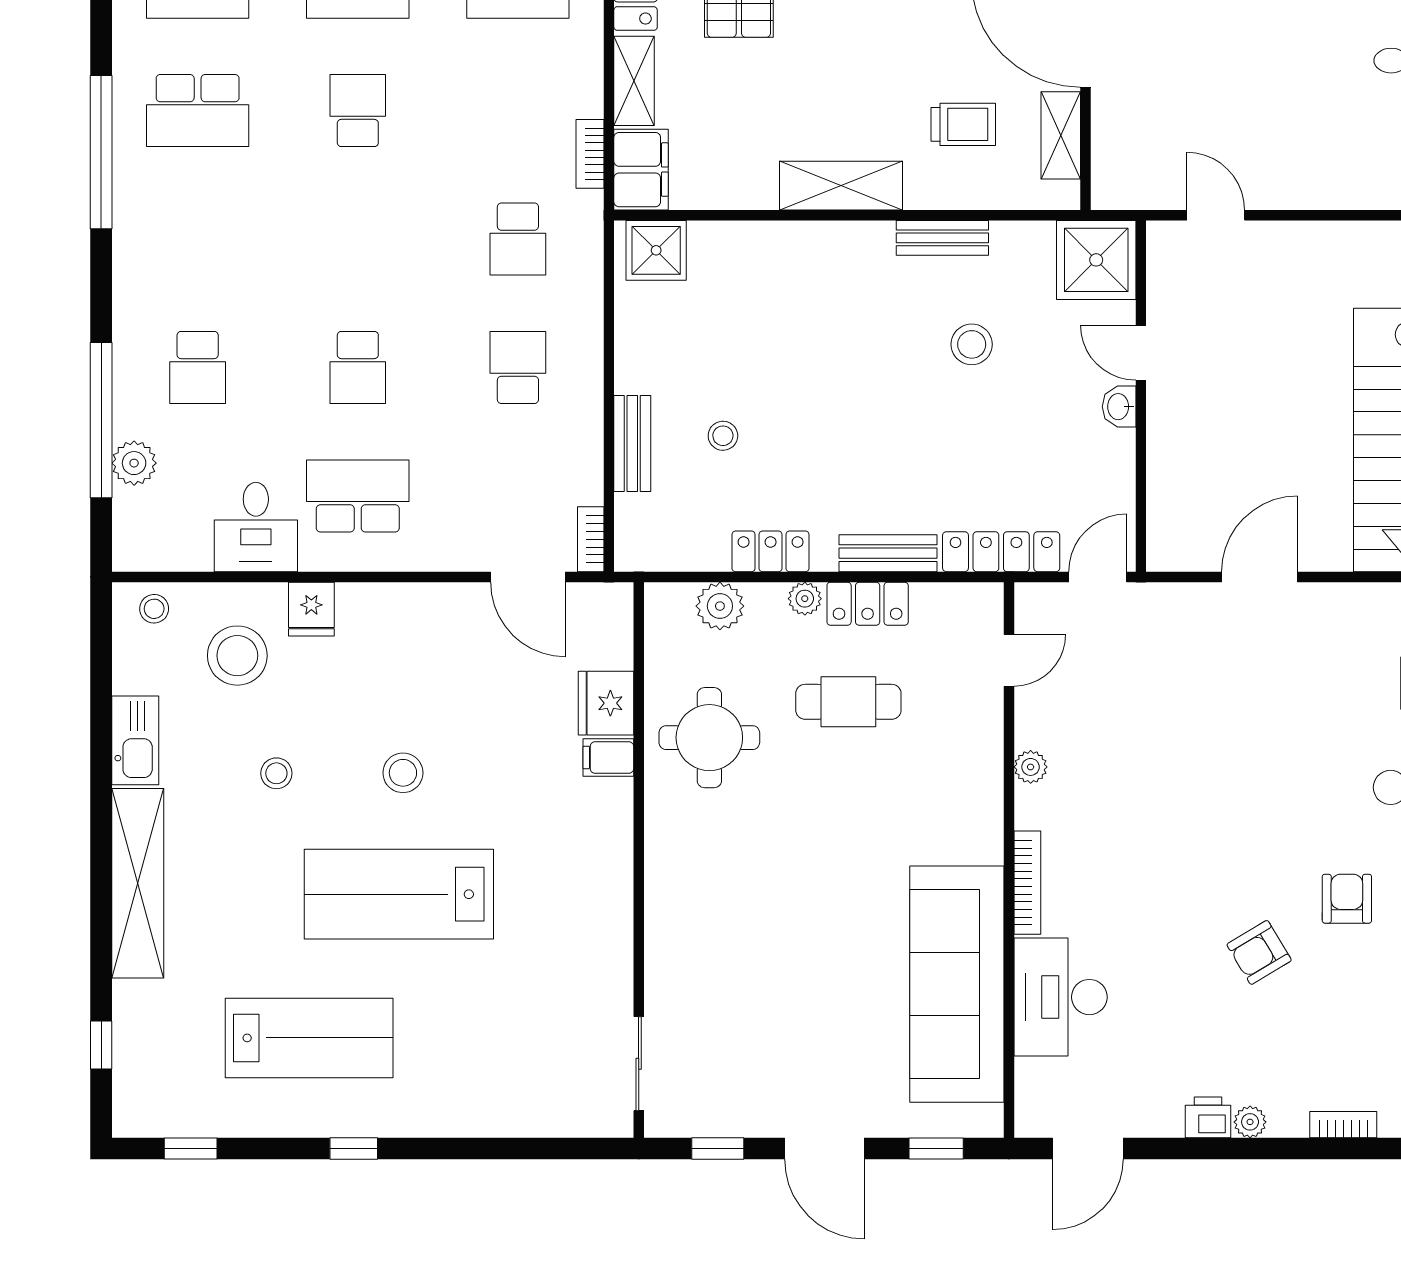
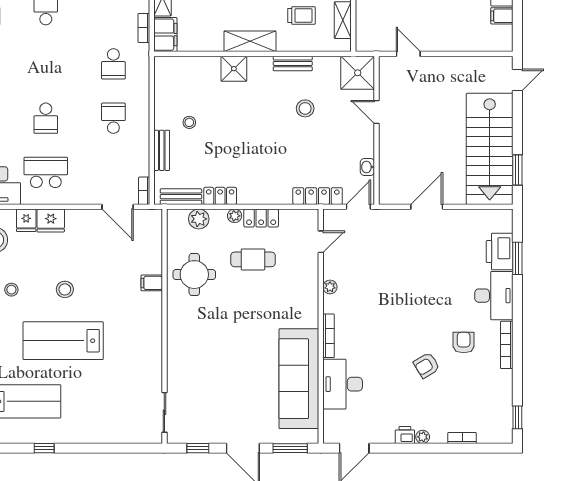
shower: (656, 250) -> (234, 69), moved
washbasin: (1119, 407) -> (367, 167), moved
stool: (723, 436) -> (189, 122), moved
bench: (888, 553) -> (181, 197), moved
fridge: (606, 703) -> (51, 220), moved, turned -90
window: (936, 1149) -> (290, 448), width x1.50

